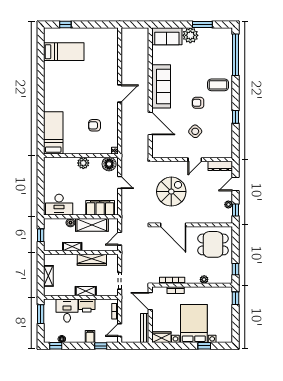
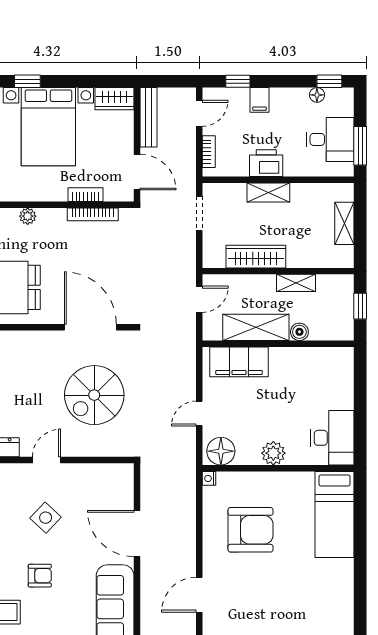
armchair: (94, 125) -> (251, 530), width x1.88, depth x1.88
door: (120, 182) -> (199, 414), hinge flipped
desk: (59, 205) -> (332, 438), moved, turned 90
desk: (67, 311) -> (330, 139), moved, turned -90

